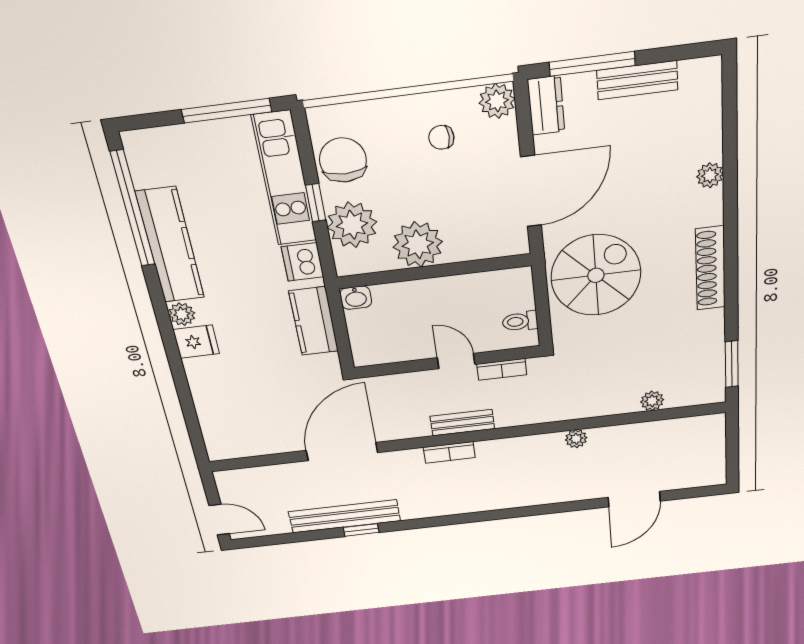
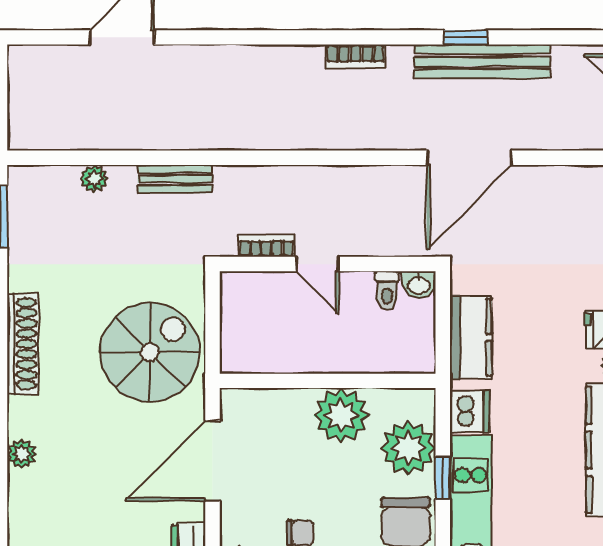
spiral stairs: (596, 275) -> (150, 352), turned 180
washbasin: (356, 298) -> (419, 285), moved, turned 180
toilet: (520, 321) -> (387, 291), moved, turned 90
bench: (462, 423) -> (175, 179), moved
plant: (576, 439) -> (187, 137), removed
bookcase: (449, 452) -> (356, 56), moved, turned 180

